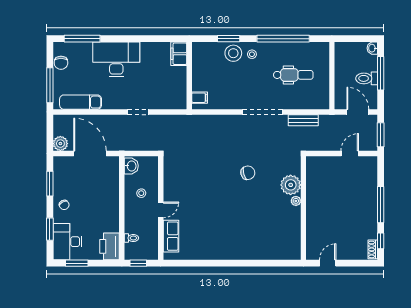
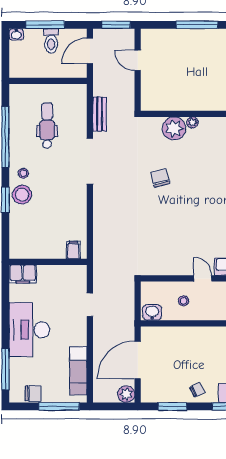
filing cabinet: (179, 54) -> (23, 274), moved
wall: (189, 76) -> (48, 262), moved
filing cabinet: (200, 98) -> (73, 250), moved

